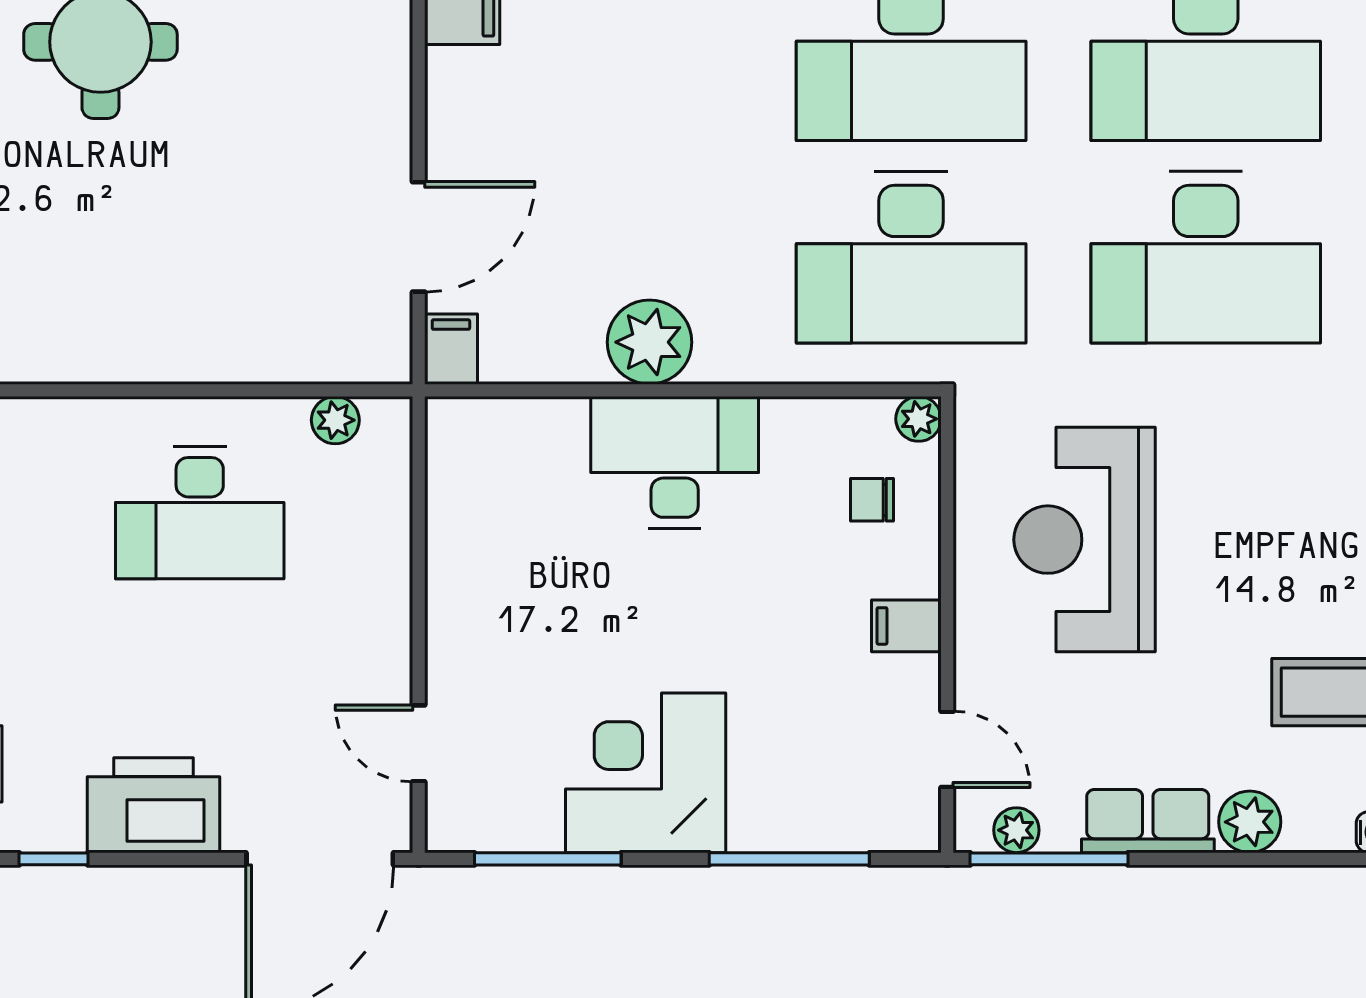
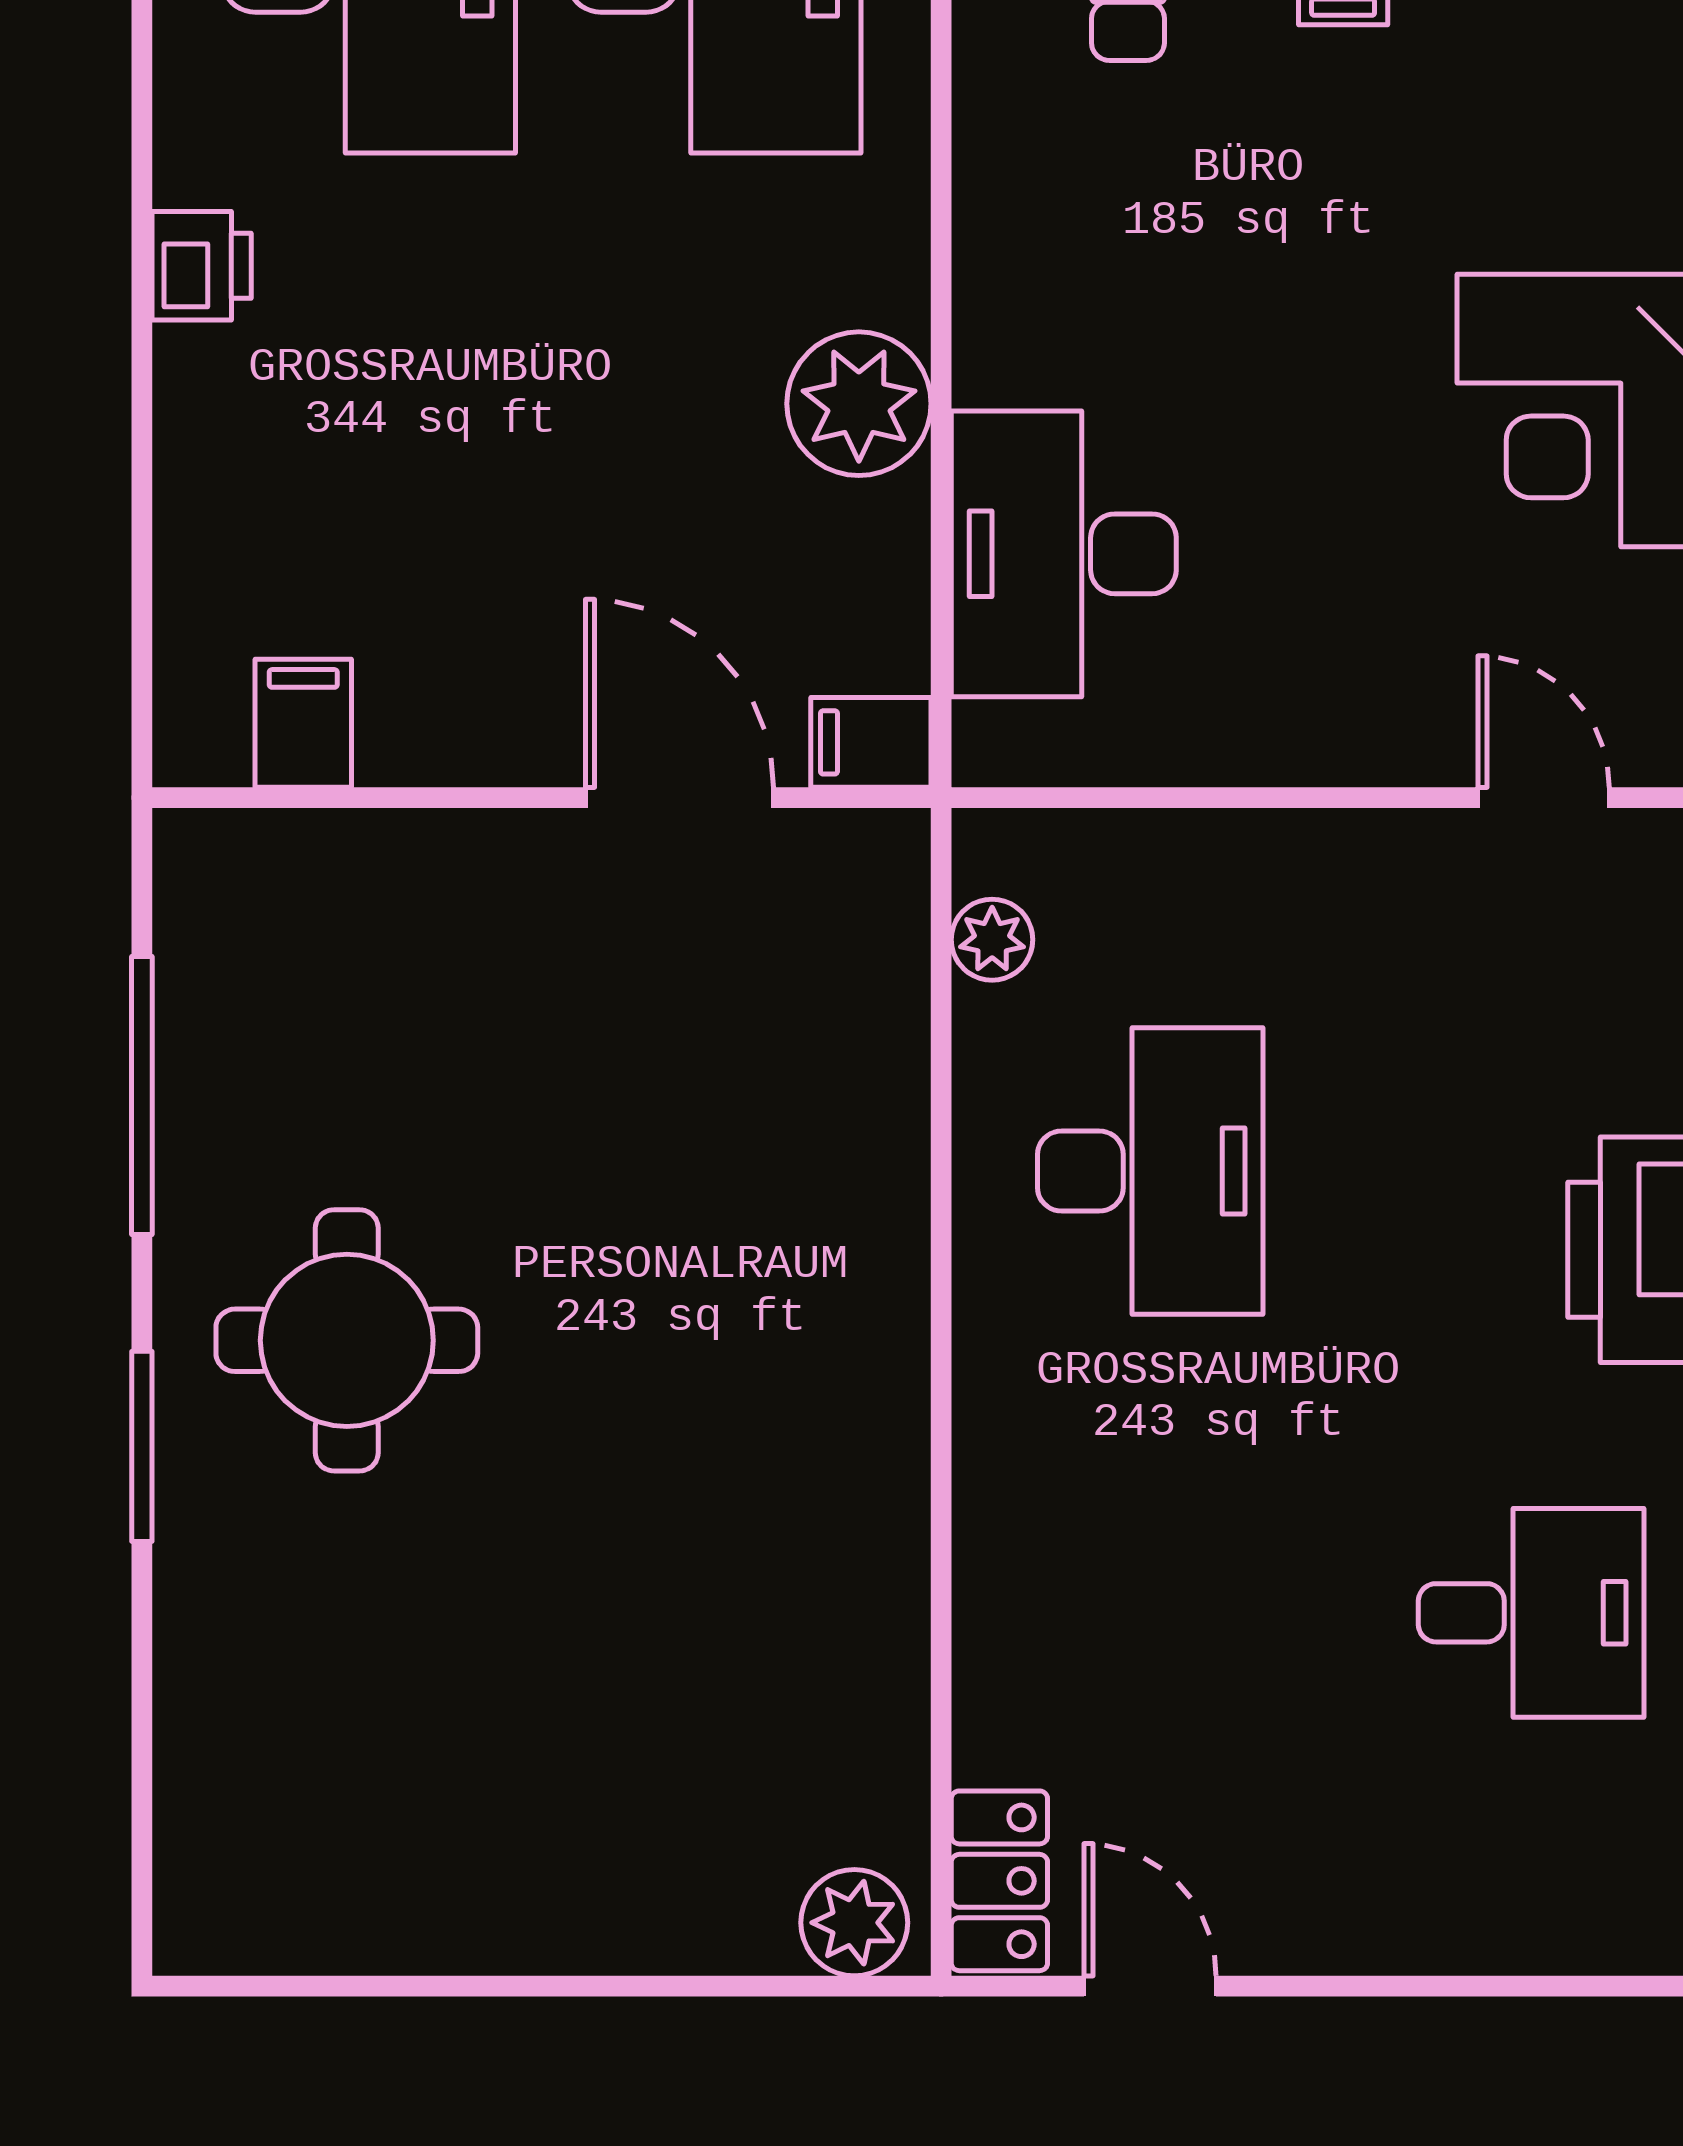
desk: (675, 462) -> (1064, 554), moved
door: (419, 743) -> (1544, 798), swing flipped

